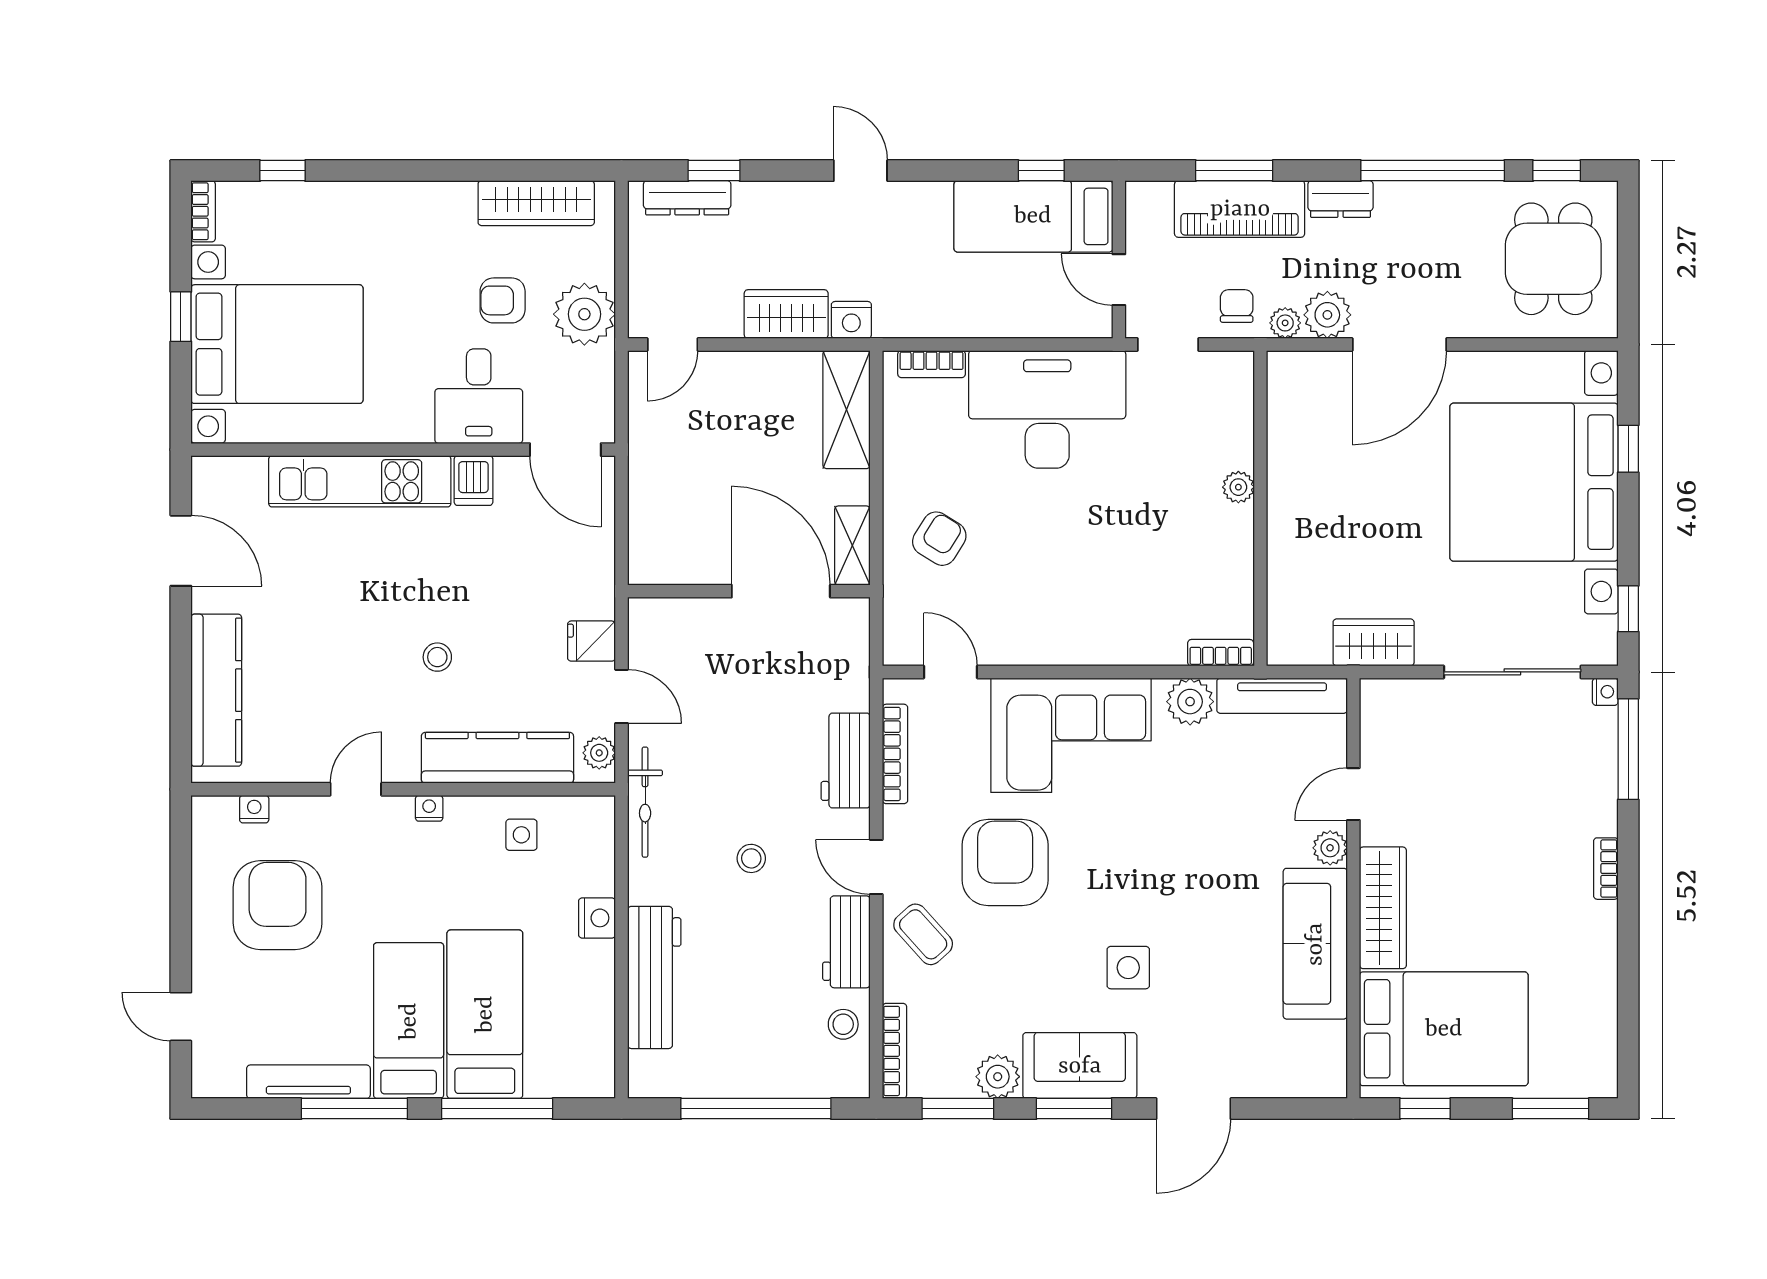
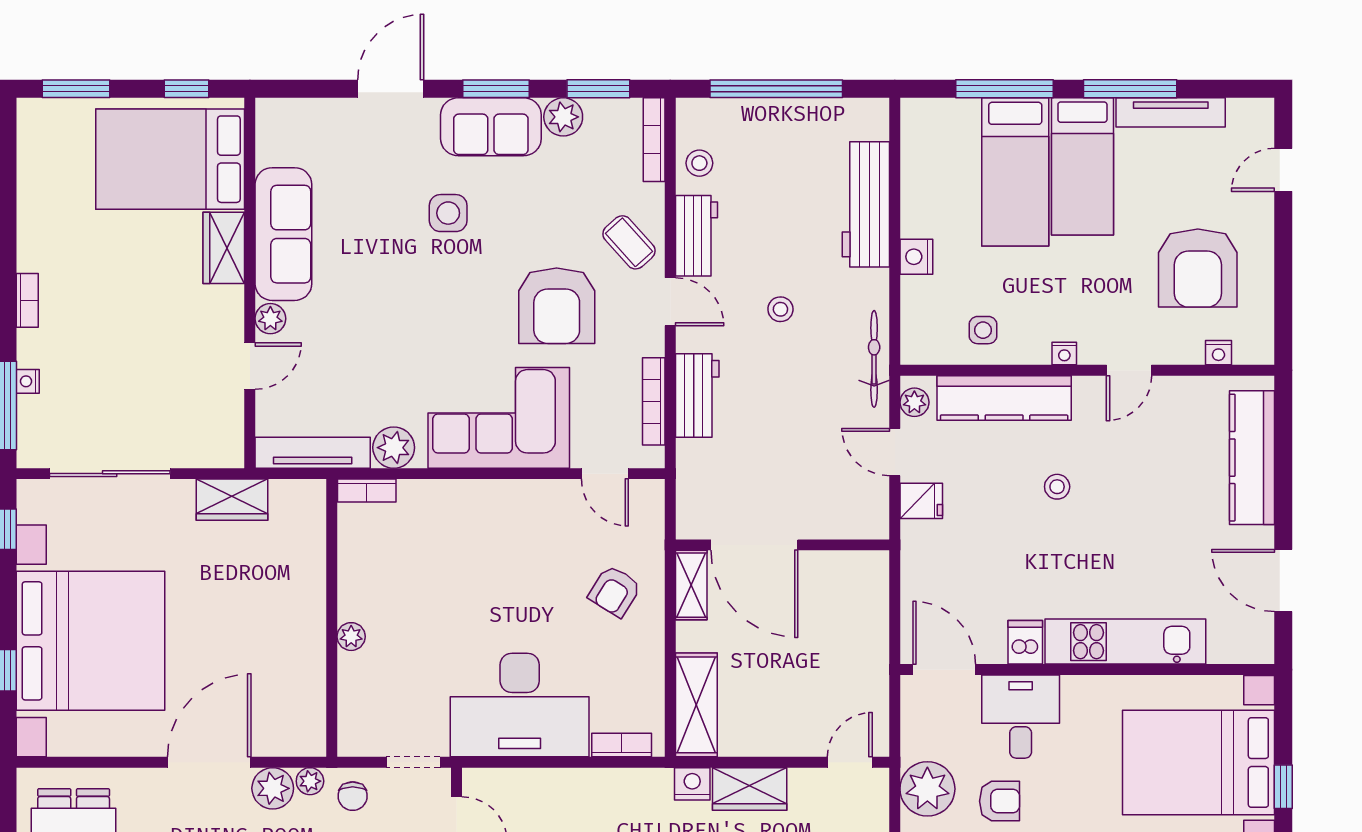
nightstand: (1605, 692) -> (28, 381), moved
wardrobe: (1383, 908) -> (224, 248), width x0.67
door: (181, 1017) -> (1283, 170), swing flipped

